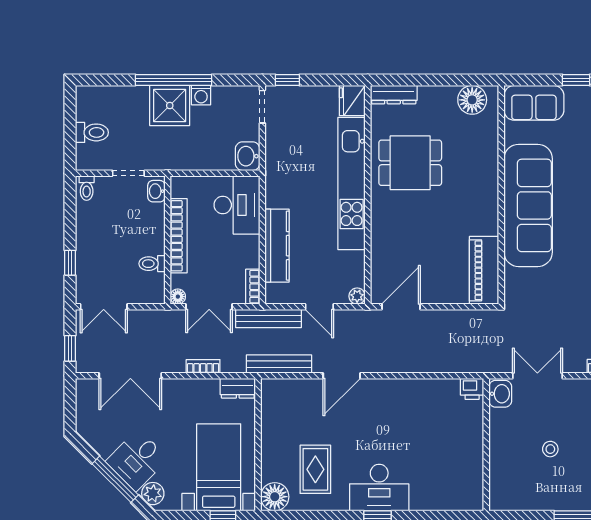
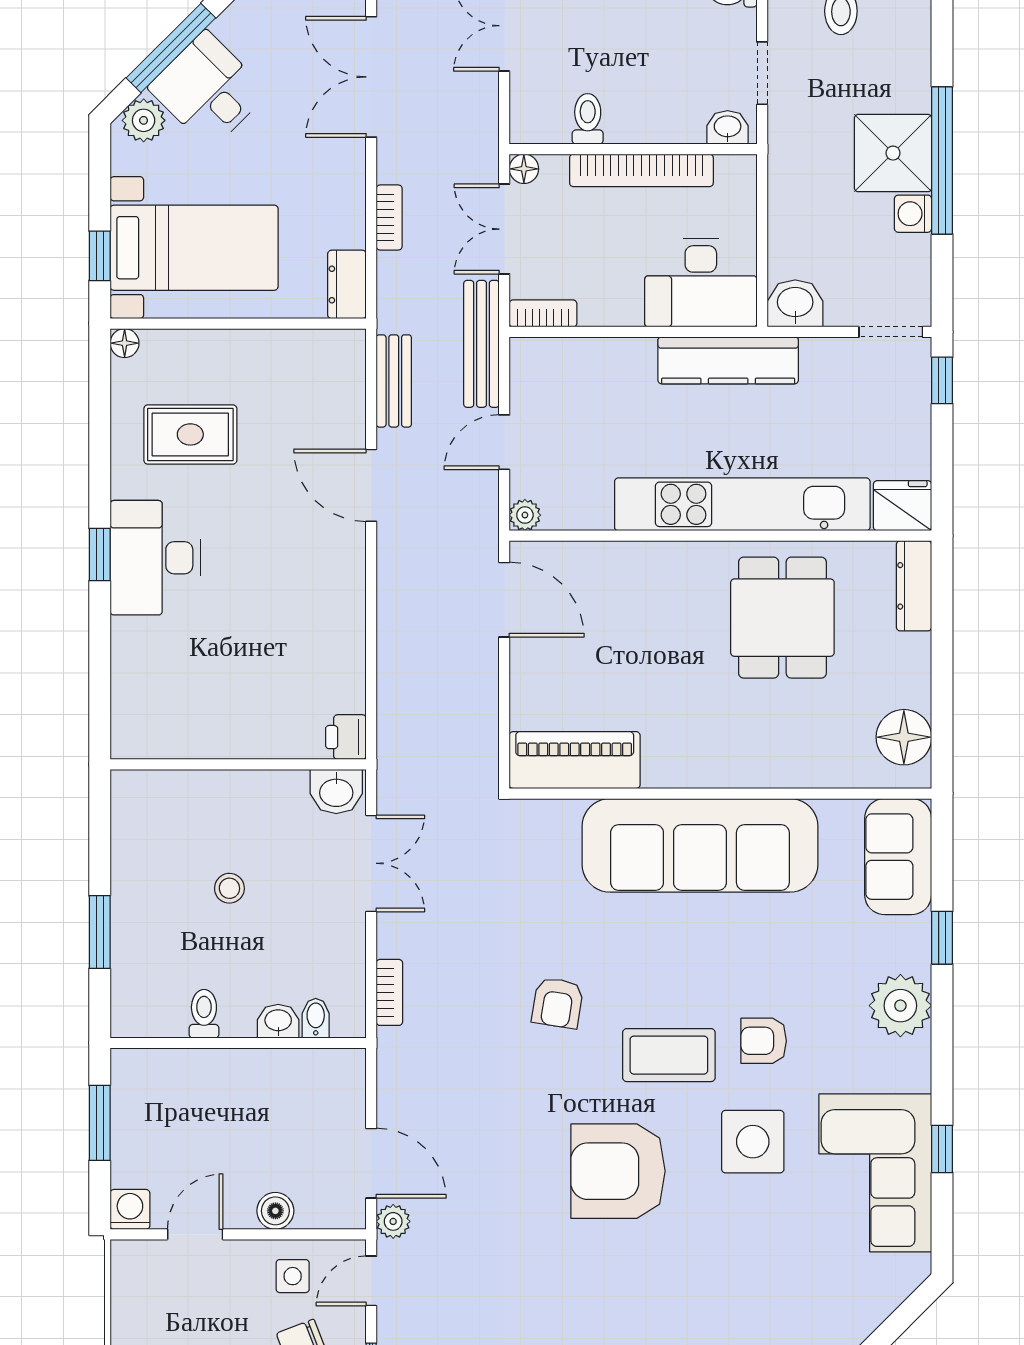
kitchen counter: (277, 246) -> (728, 360), moved
bench: (279, 364) -> (394, 381), width x0.73
floor lamp: (275, 497) -> (125, 343), width x0.53, depth x0.53

